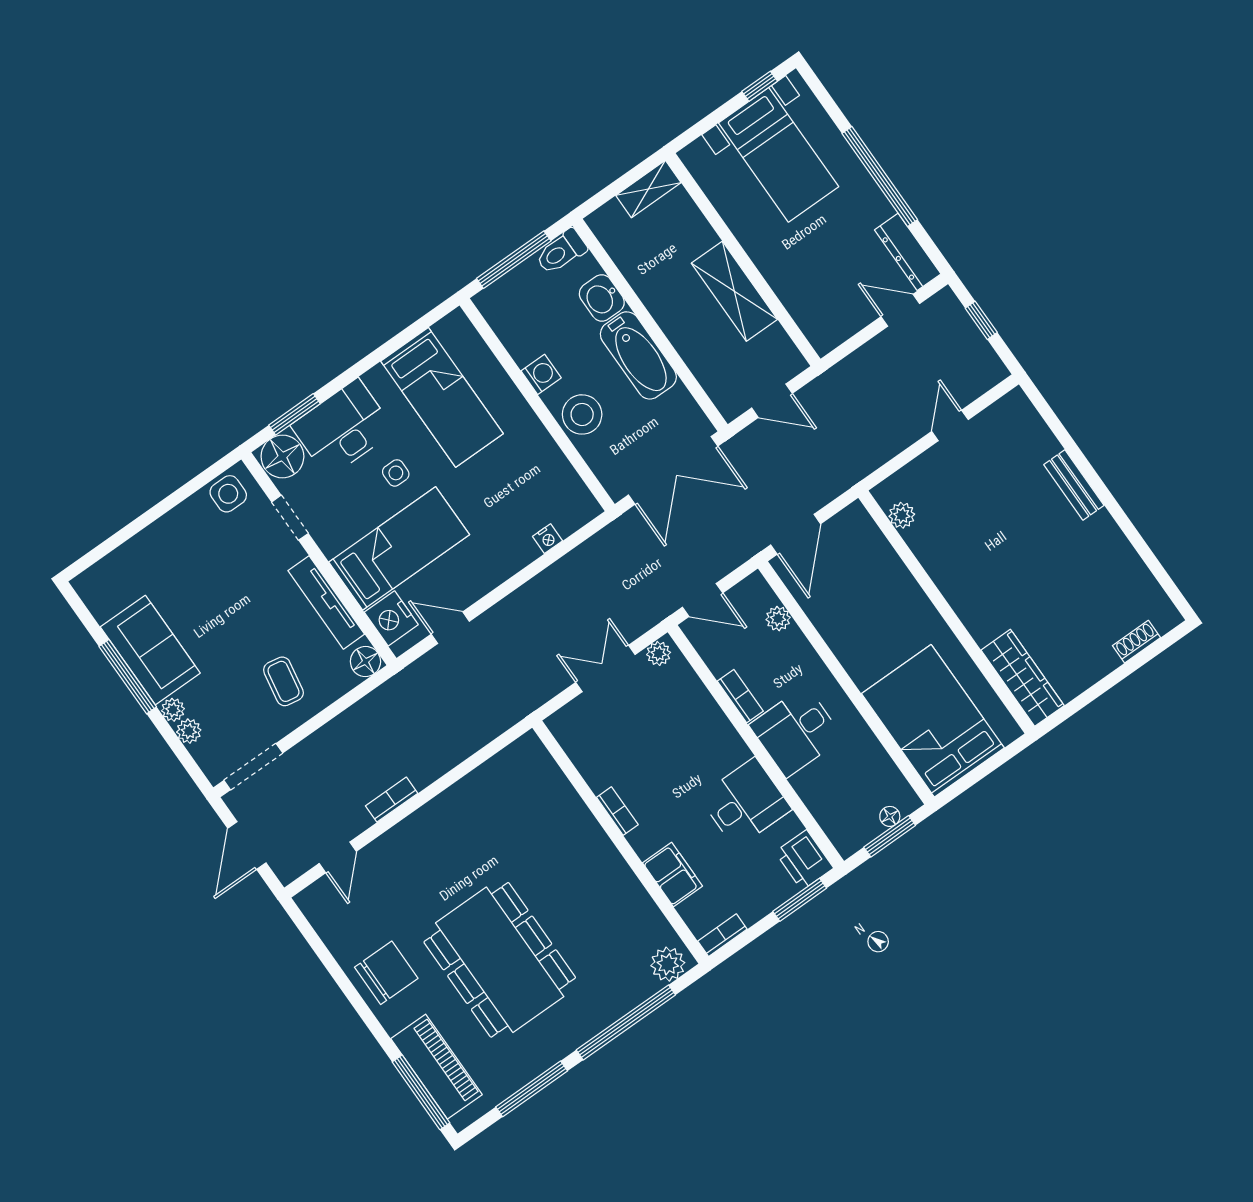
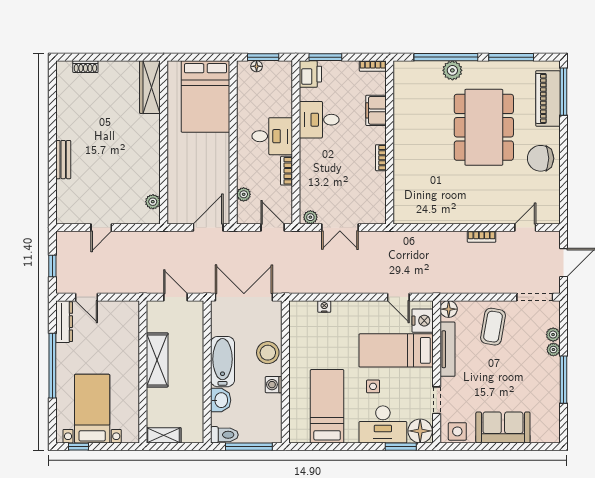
sofa: (150, 650) -> (503, 427), moved, turned 90
coffee table: (283, 681) -> (493, 327), width x1.36, depth x1.30
plant: (668, 964) -> (452, 70), moved

